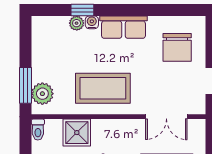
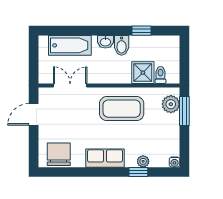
water cooler: (92, 22) -> (175, 162), moved
chair: (177, 47) -> (59, 154), moved
toilet: (38, 130) -> (160, 75), moved

